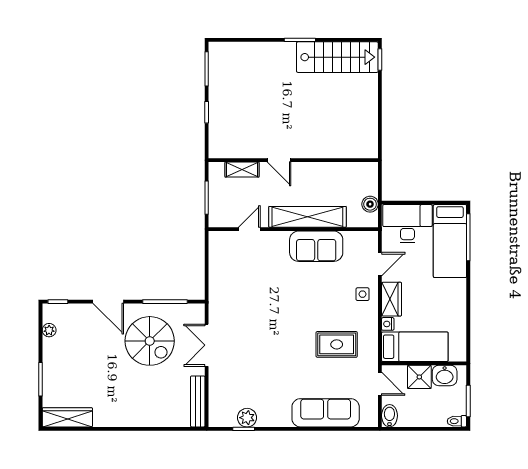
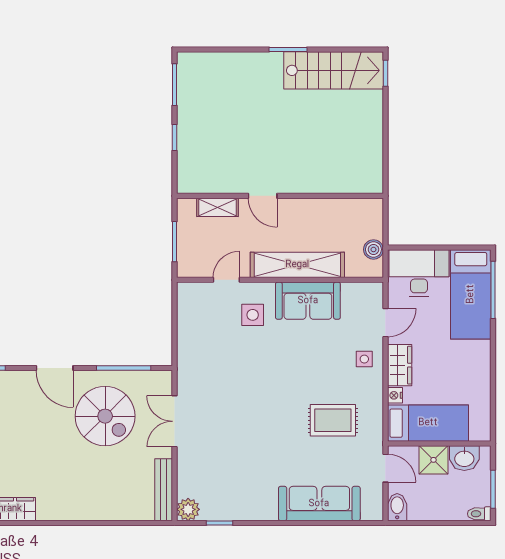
side table: (271, 258) -> (253, 315), added
plant: (247, 418) -> (188, 509), moved

